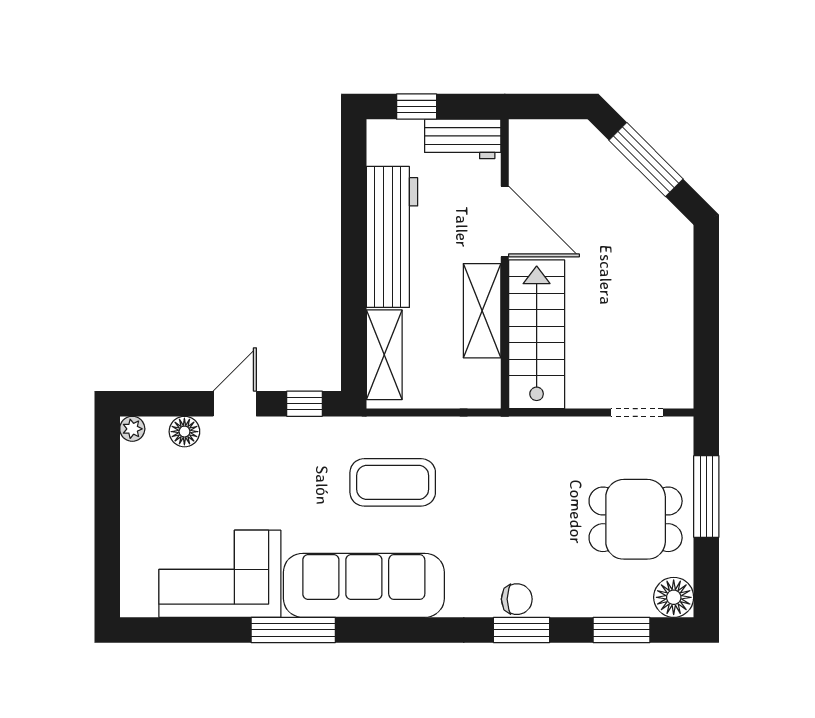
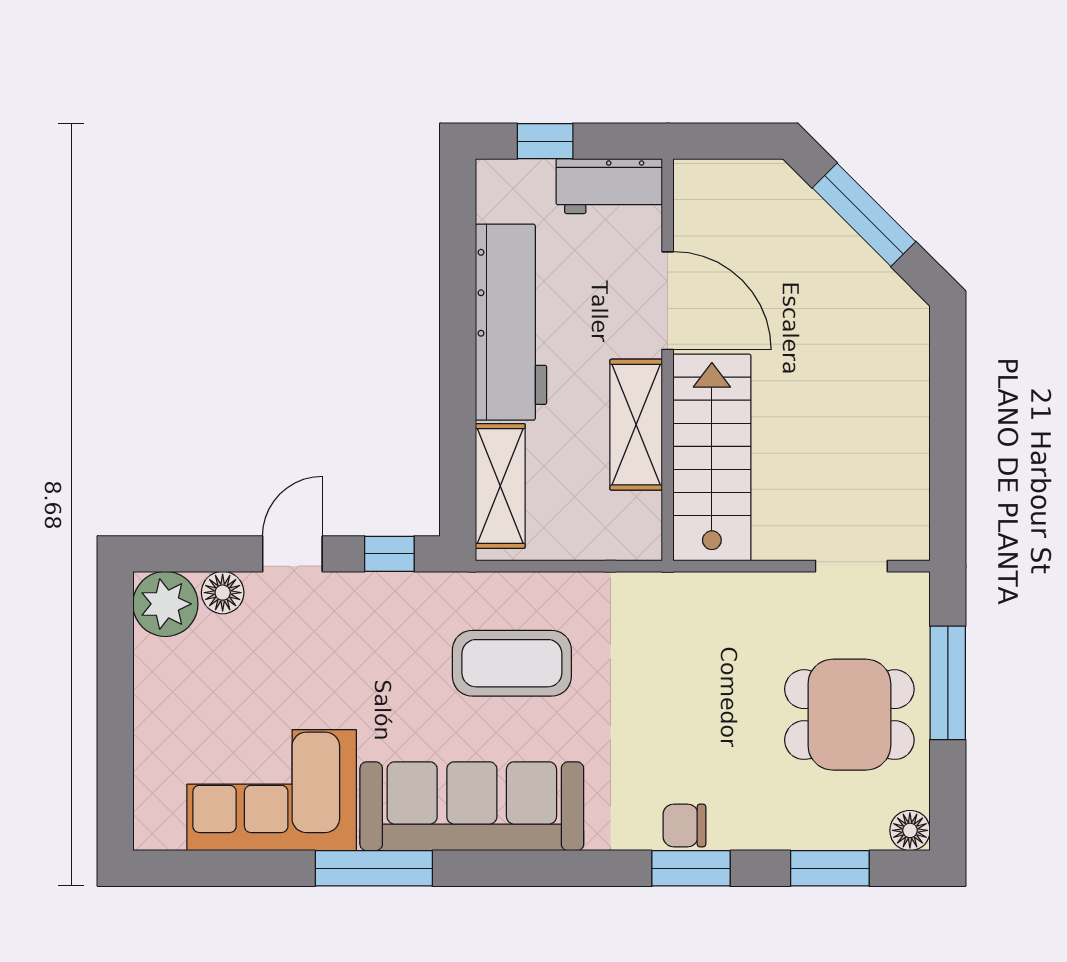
plant: (132, 429) -> (165, 604), width x1.88, depth x1.88
floor lamp: (674, 597) -> (910, 830), width x0.73, depth x0.73
chair: (517, 599) -> (684, 825), turned 180

